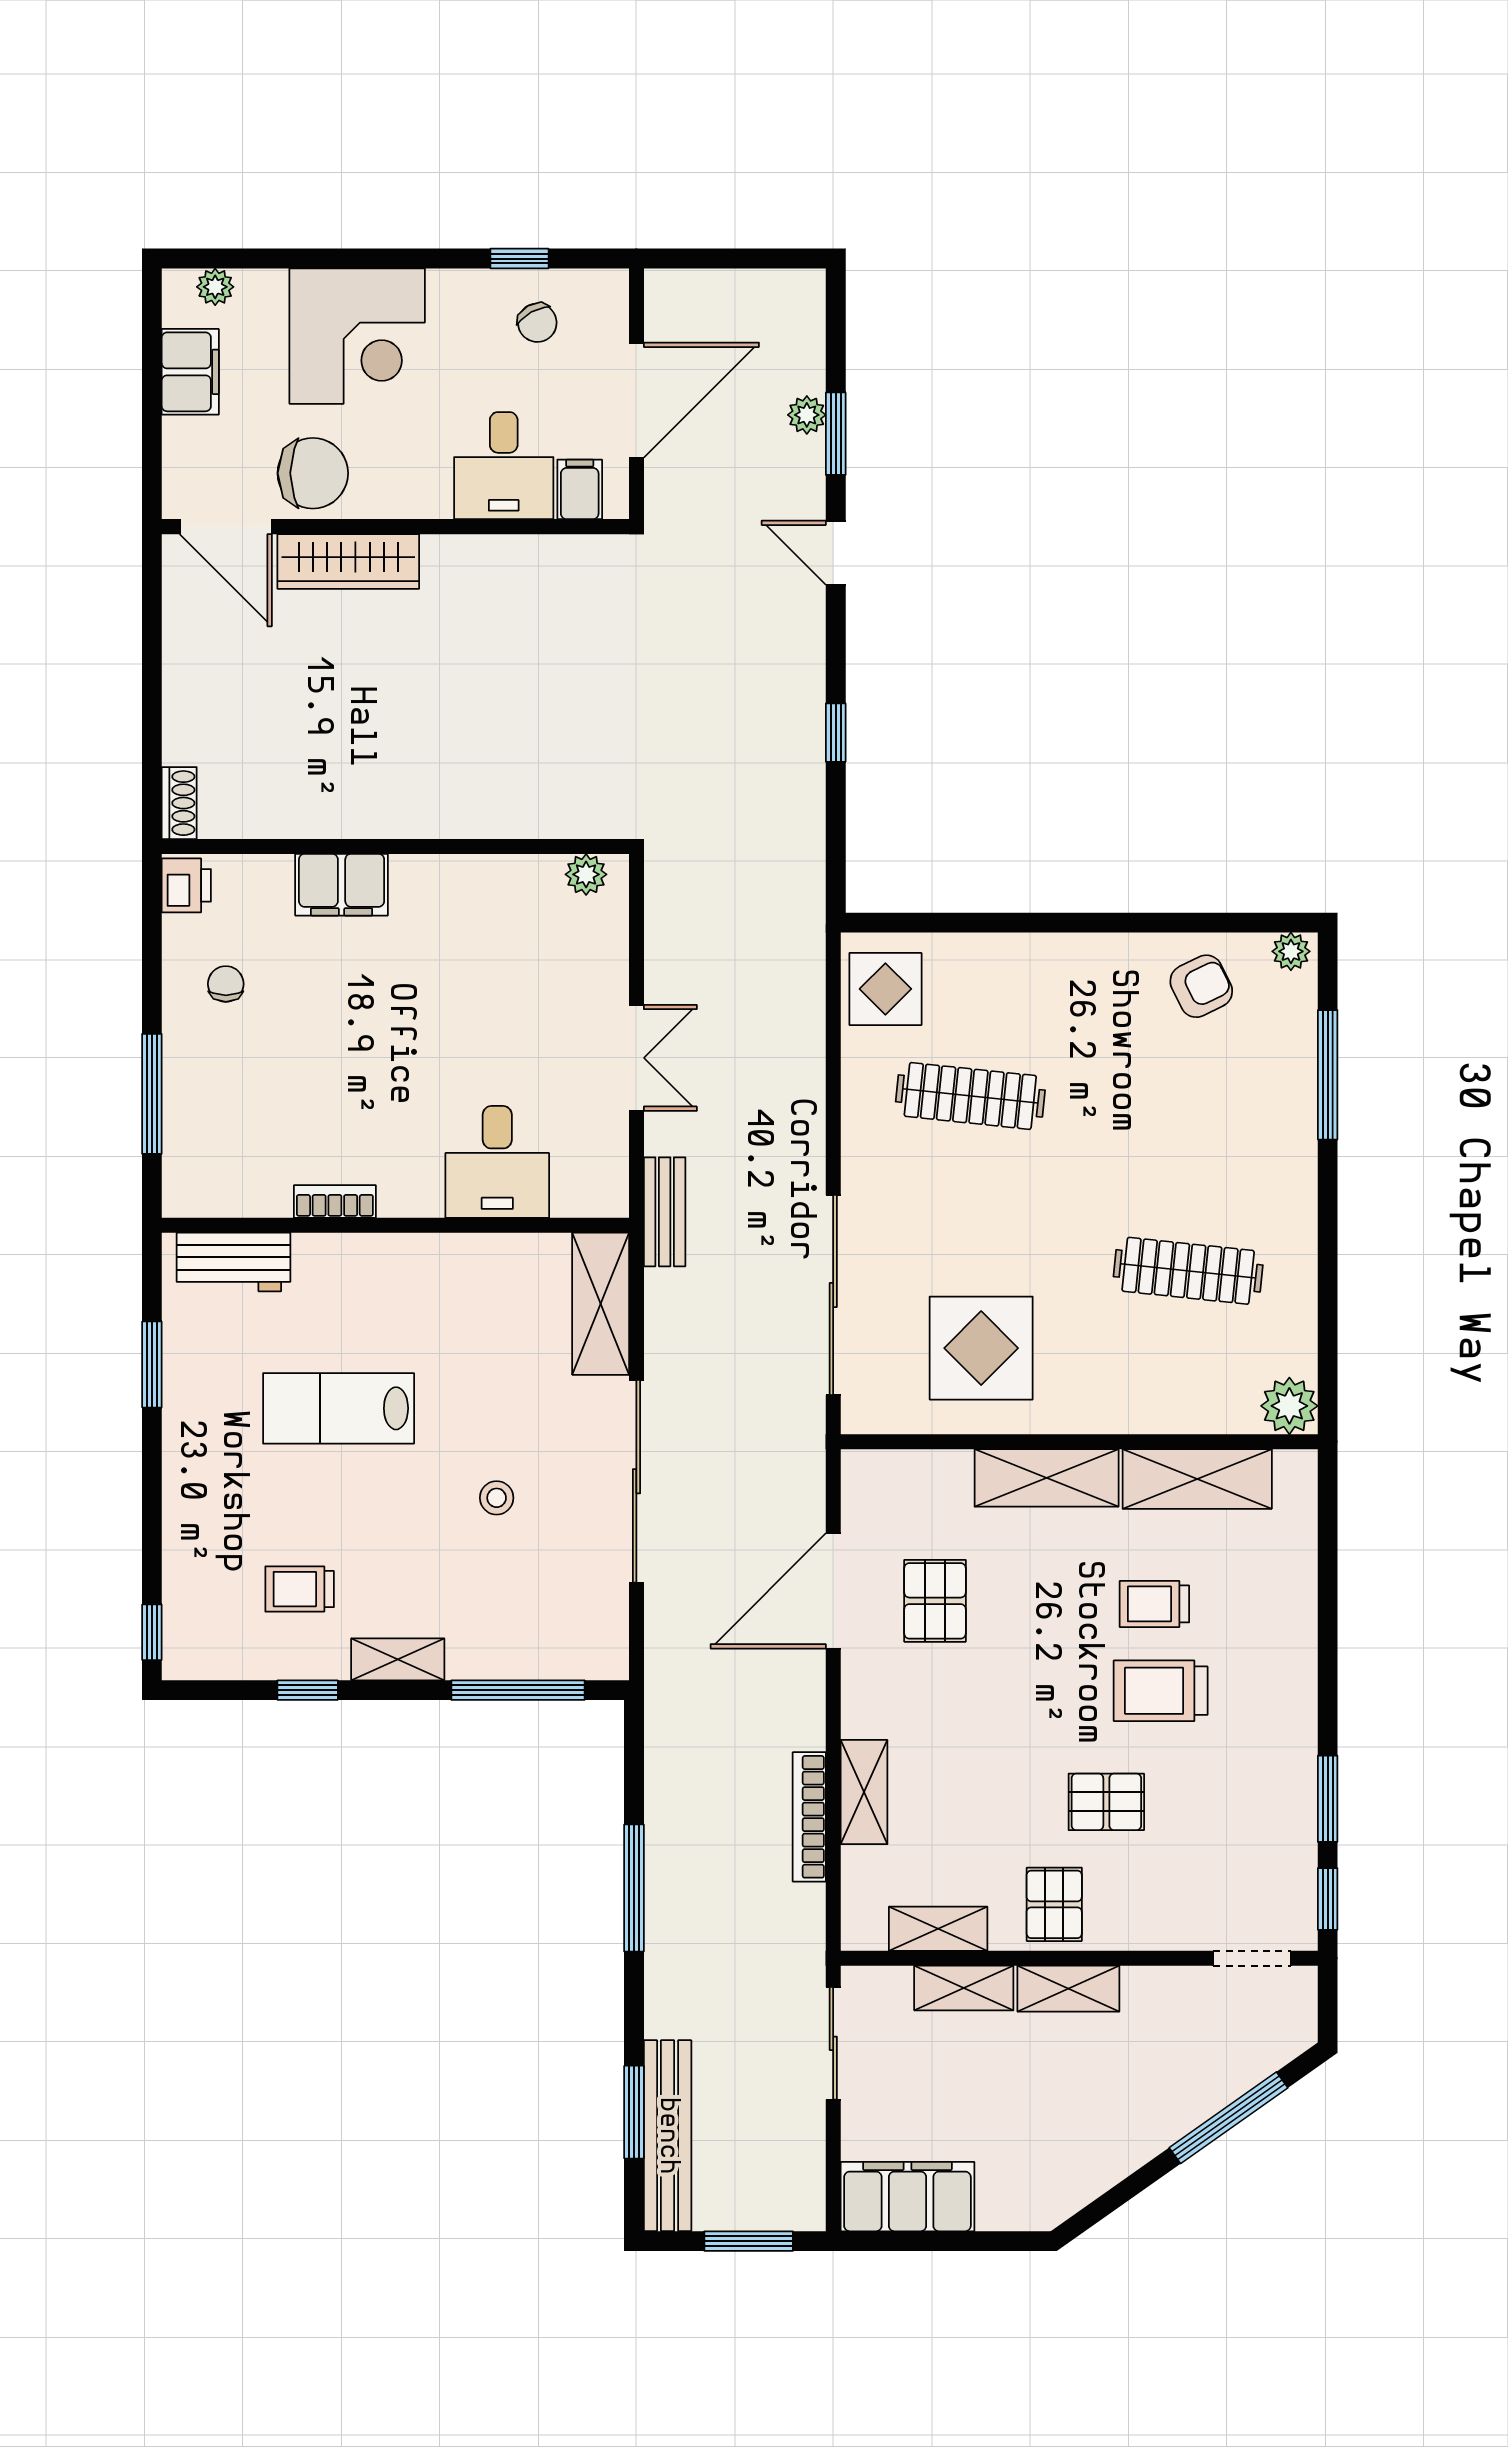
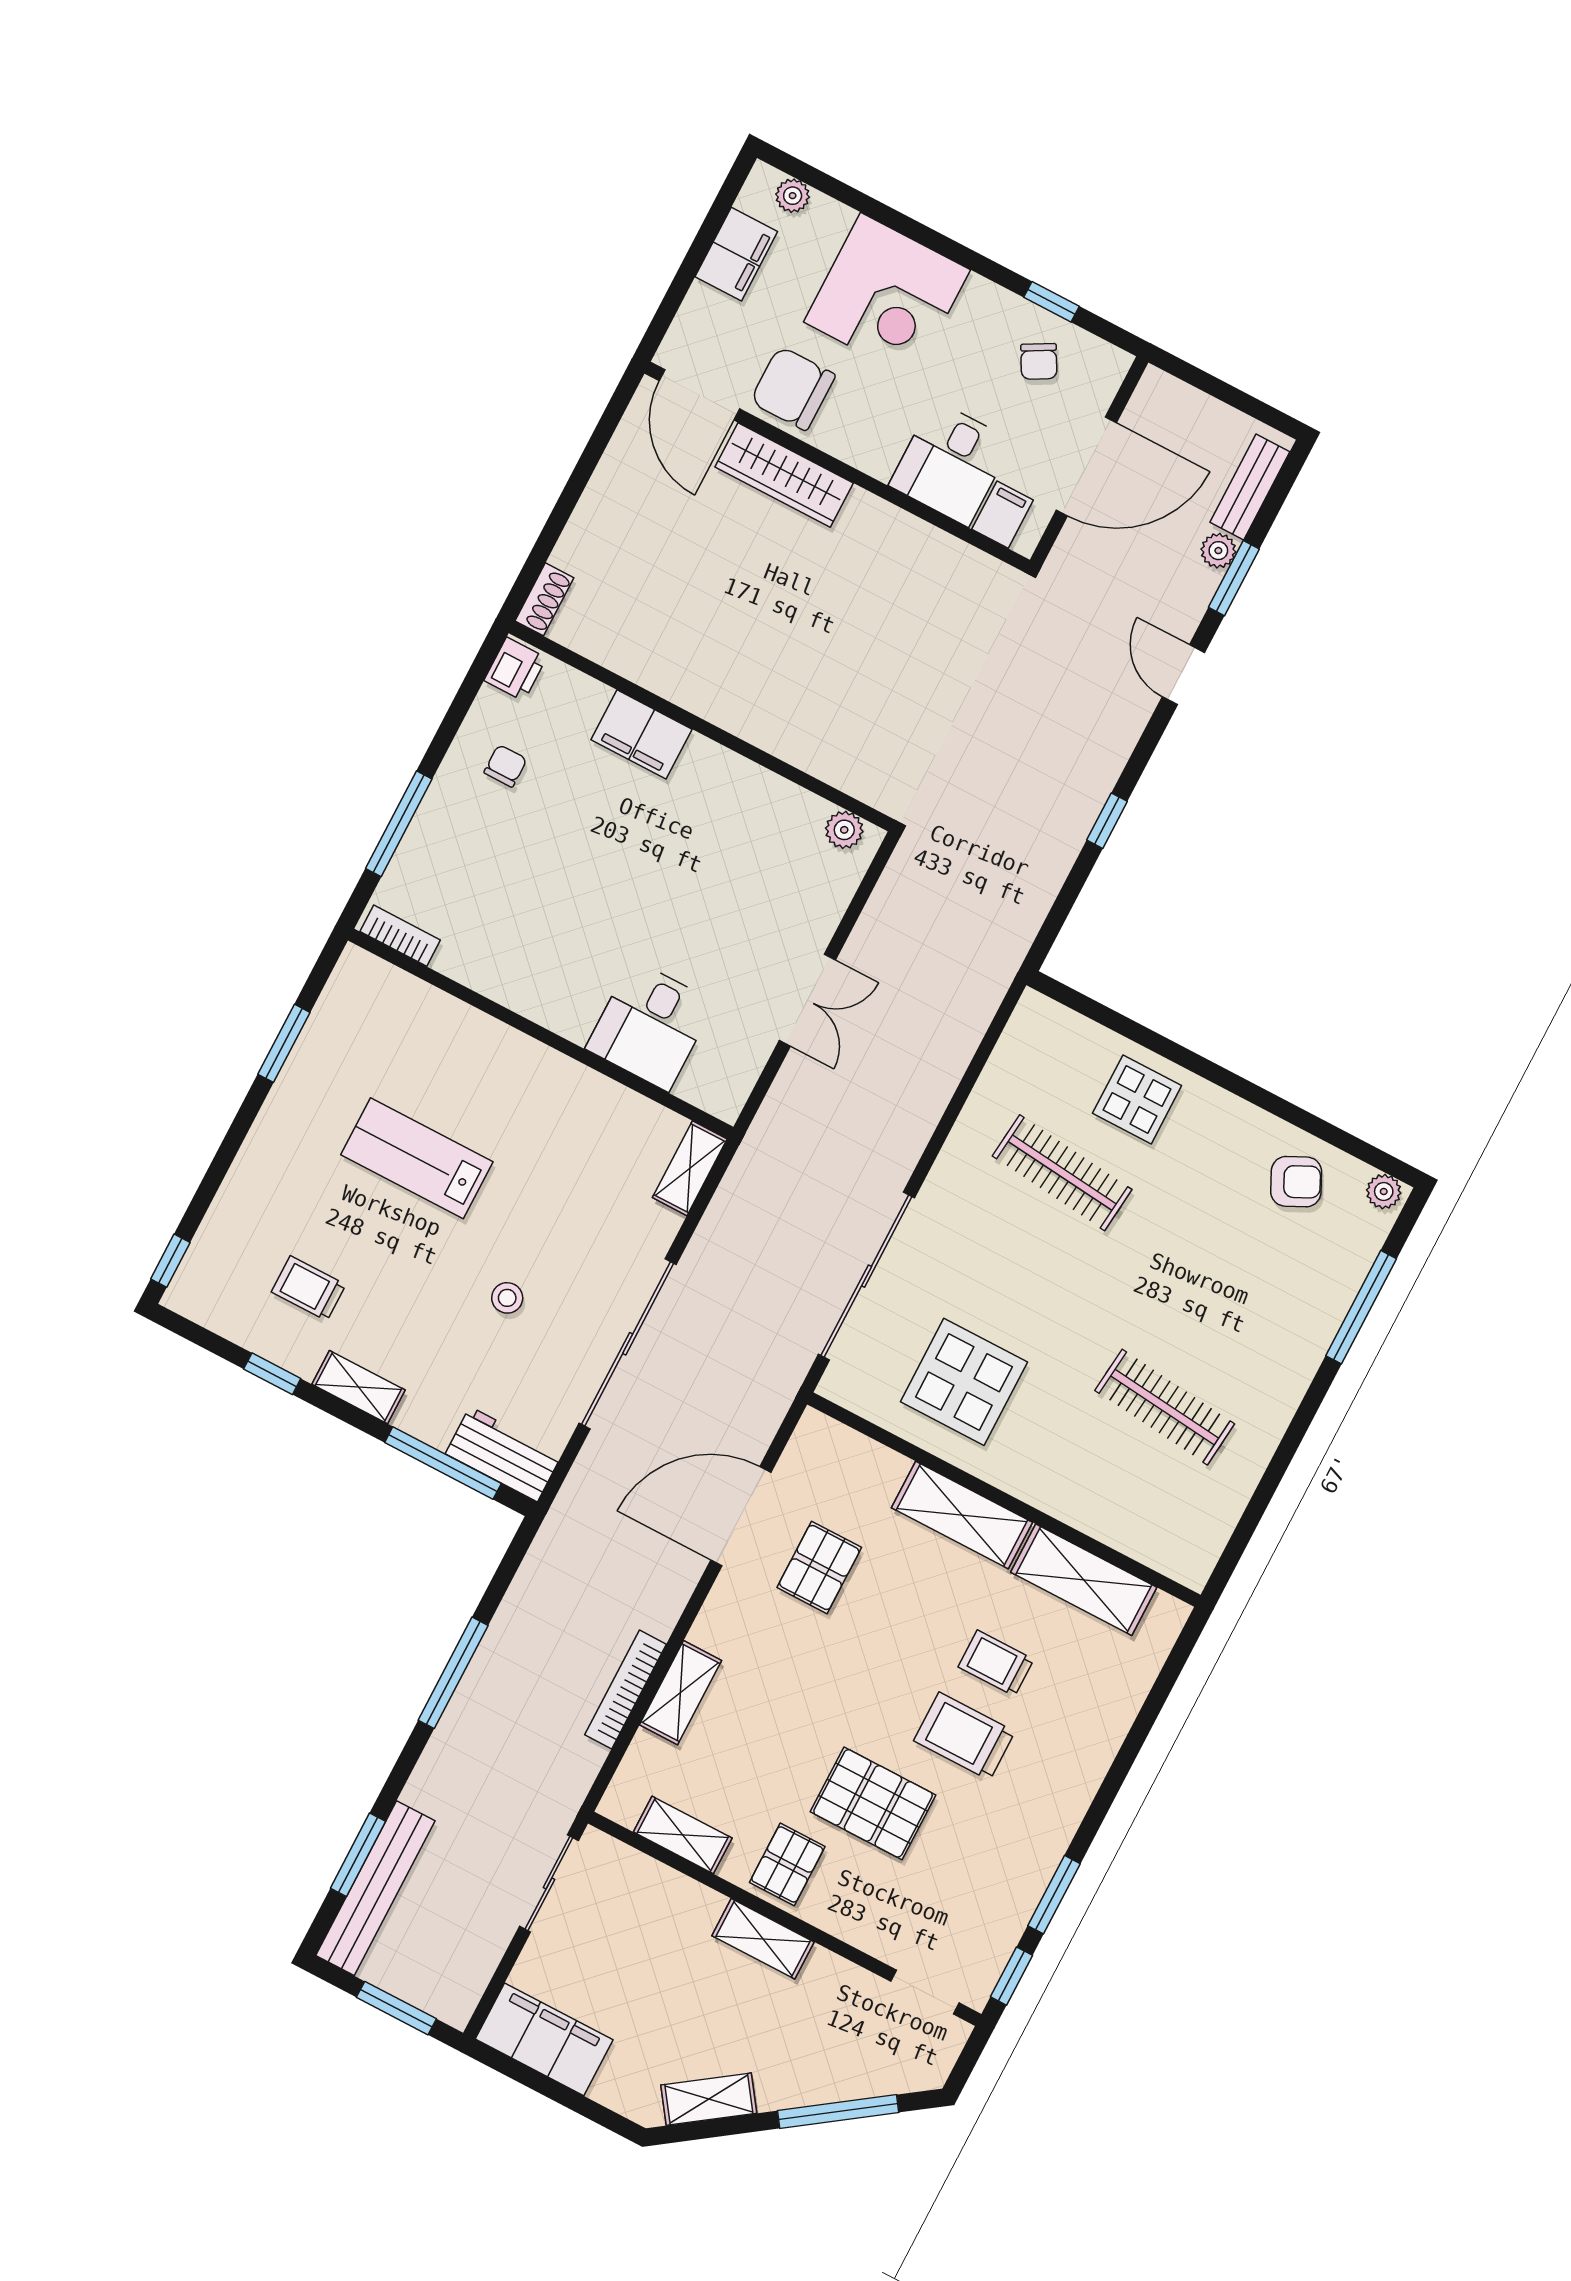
chair: (313, 473) -> (793, 388), turned 180
display table: (885, 989) -> (1137, 1099), moved
bookcase: (335, 1201) -> (400, 936), moved
bench: (665, 1212) -> (1250, 487), moved
workbench: (233, 1262) -> (504, 1454), moved, turned 180
shelving: (601, 1304) -> (690, 1168), width x0.67, depth x0.75
plant: (1289, 1406) -> (1190, 1560), removed
pallet: (1106, 1802) -> (873, 1803), width x1.50, depth x1.42
shelving: (964, 1988) -> (709, 2099), moved, turned -35

